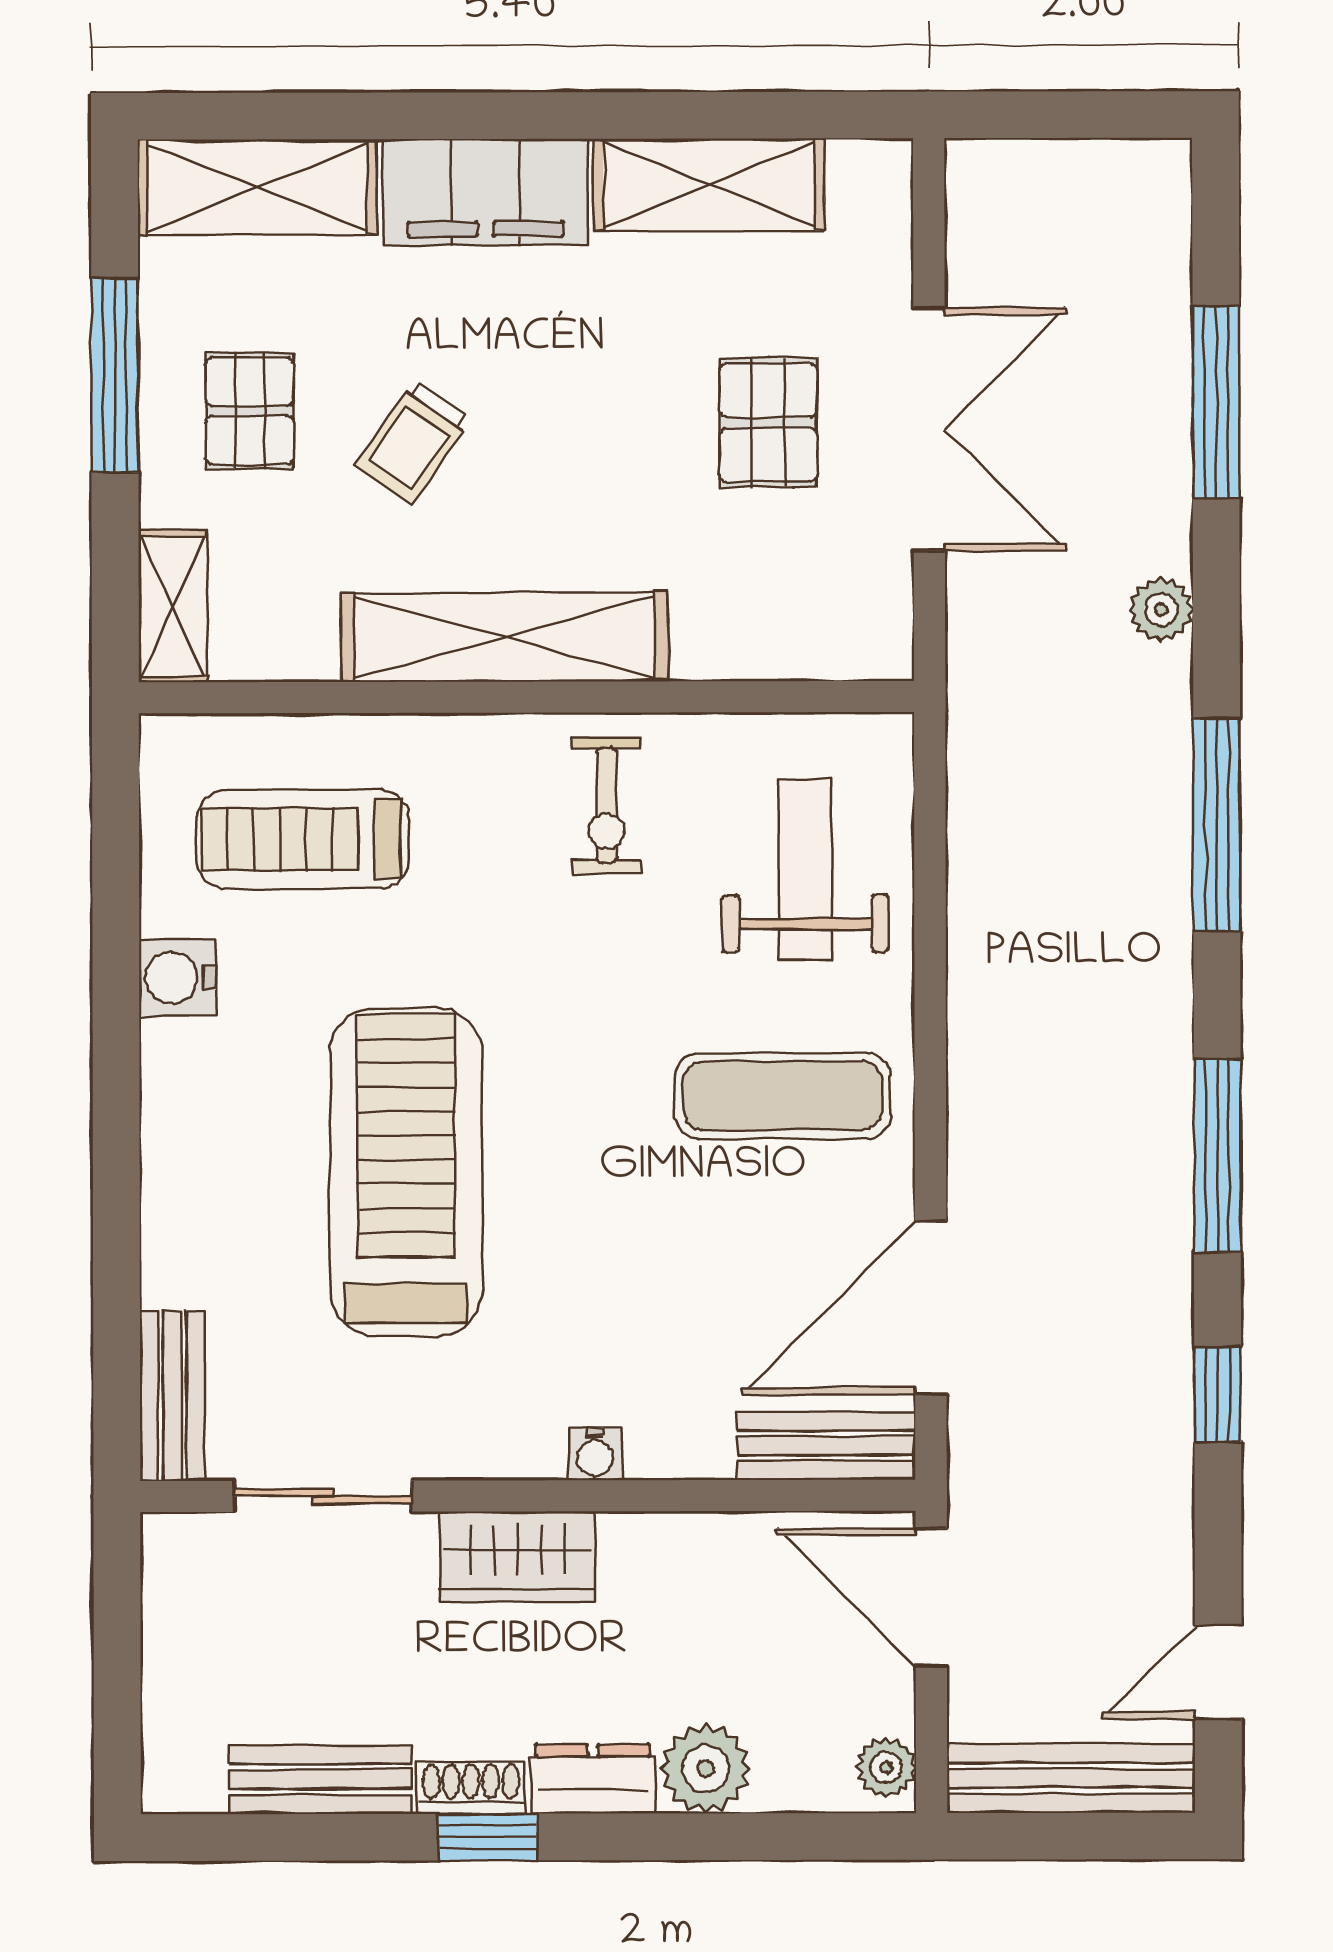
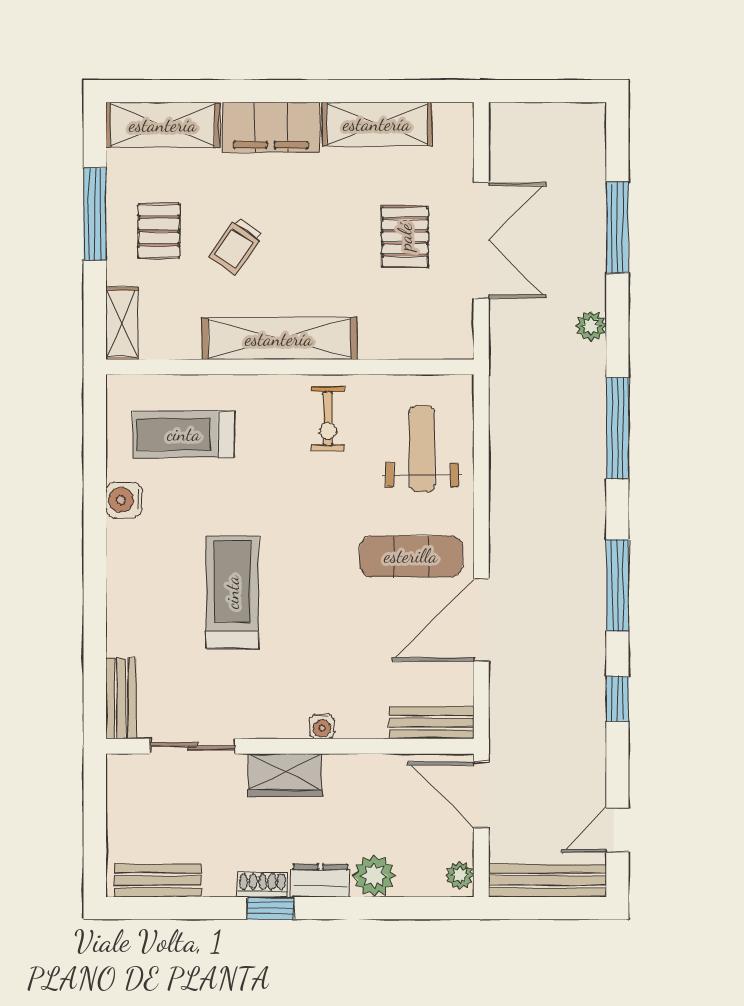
treadmill: (406, 1172) -> (232, 592), width x0.73, depth x0.73
door: (931, 1308) -> (481, 620), moved
bench: (320, 1779) -> (158, 881), moved

